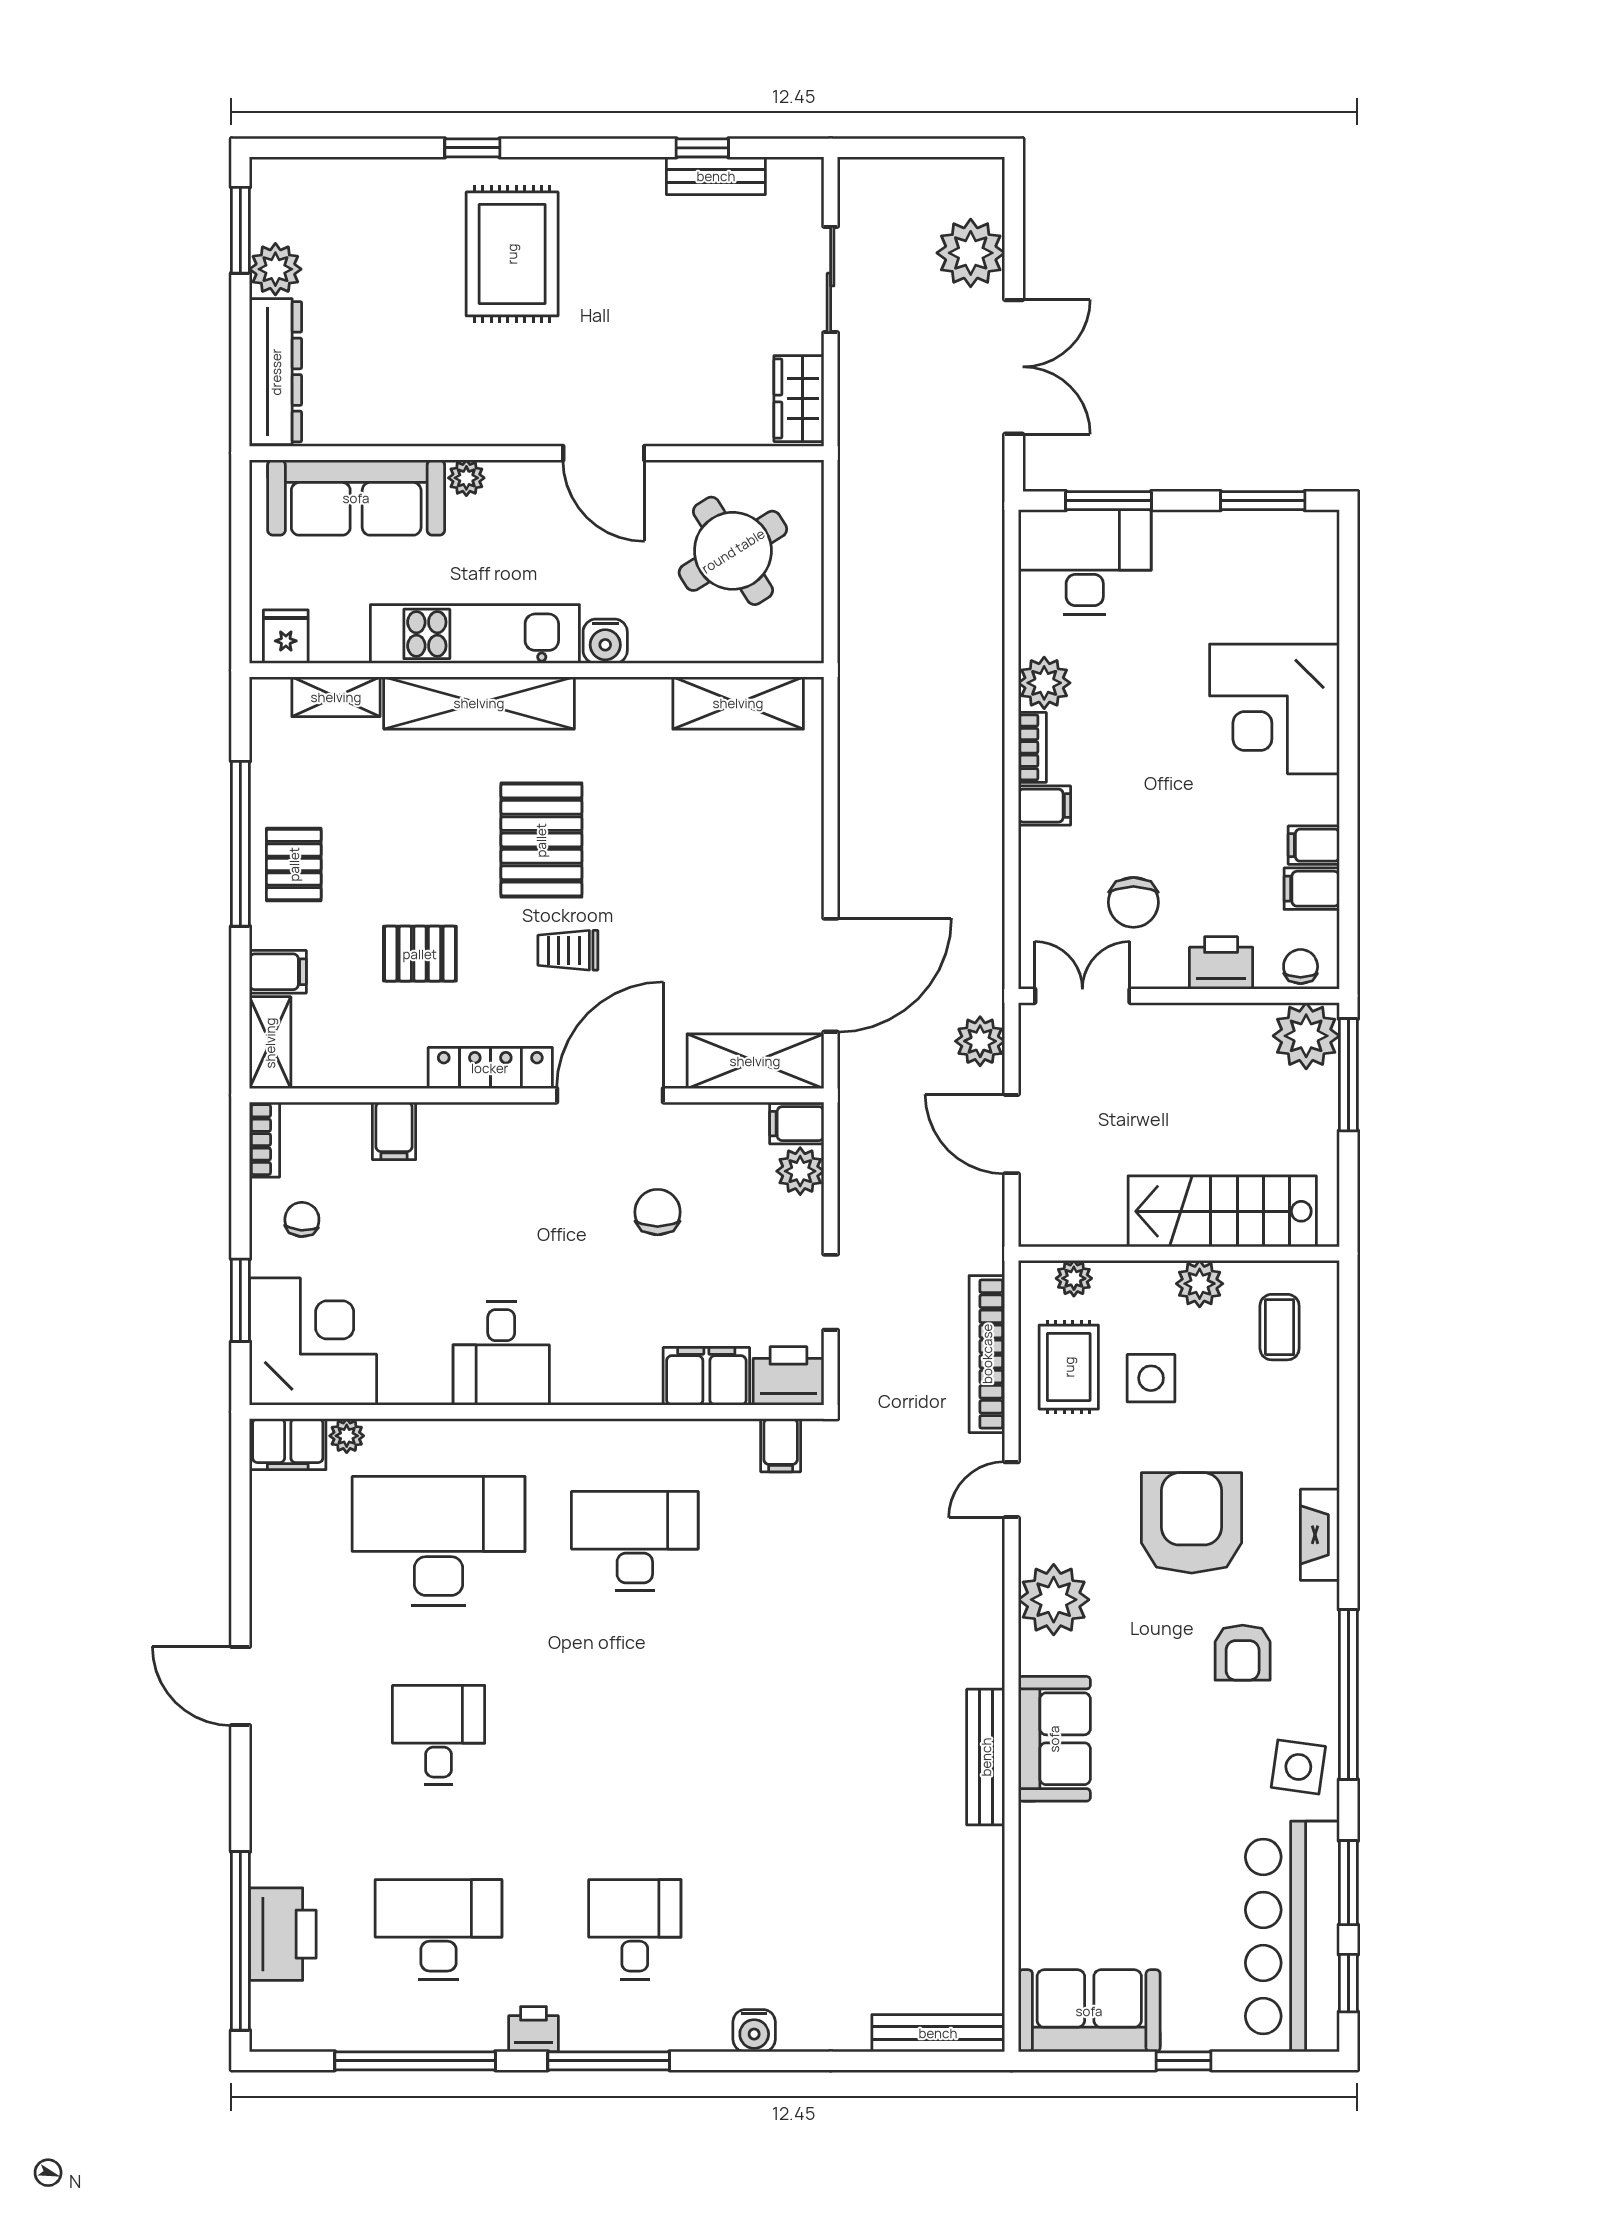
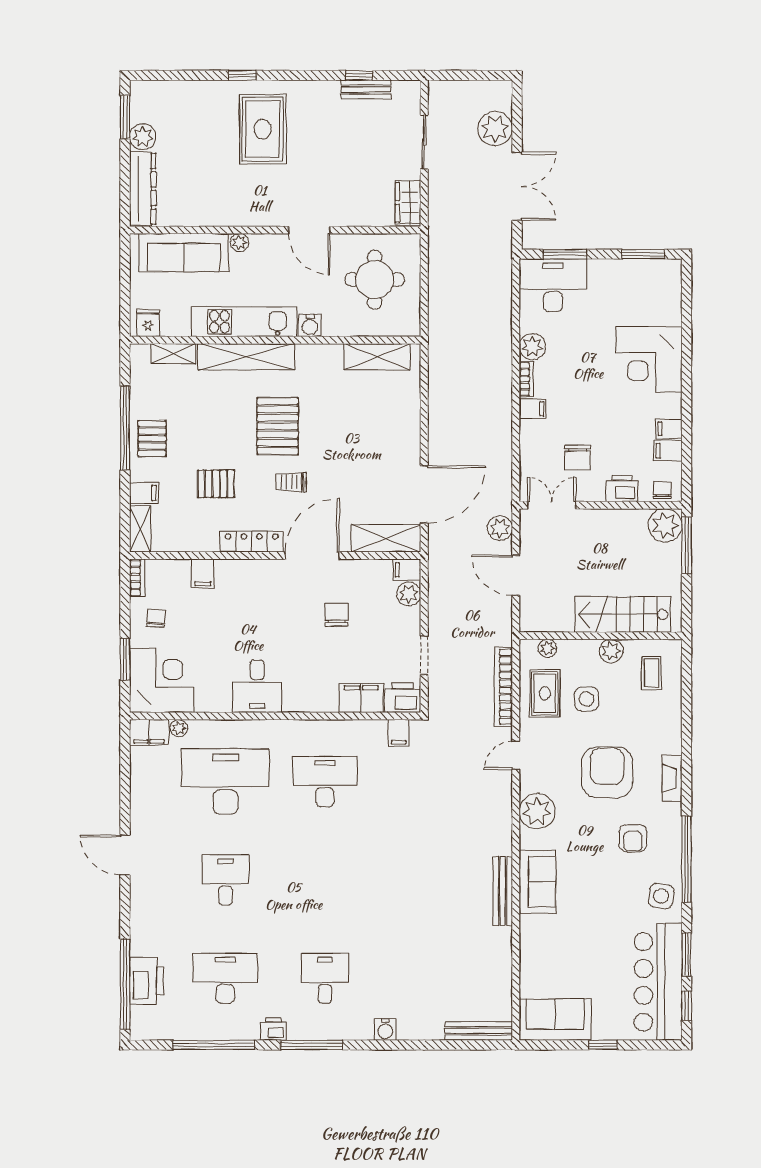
round table: (733, 551) -> (375, 280), turned 32

